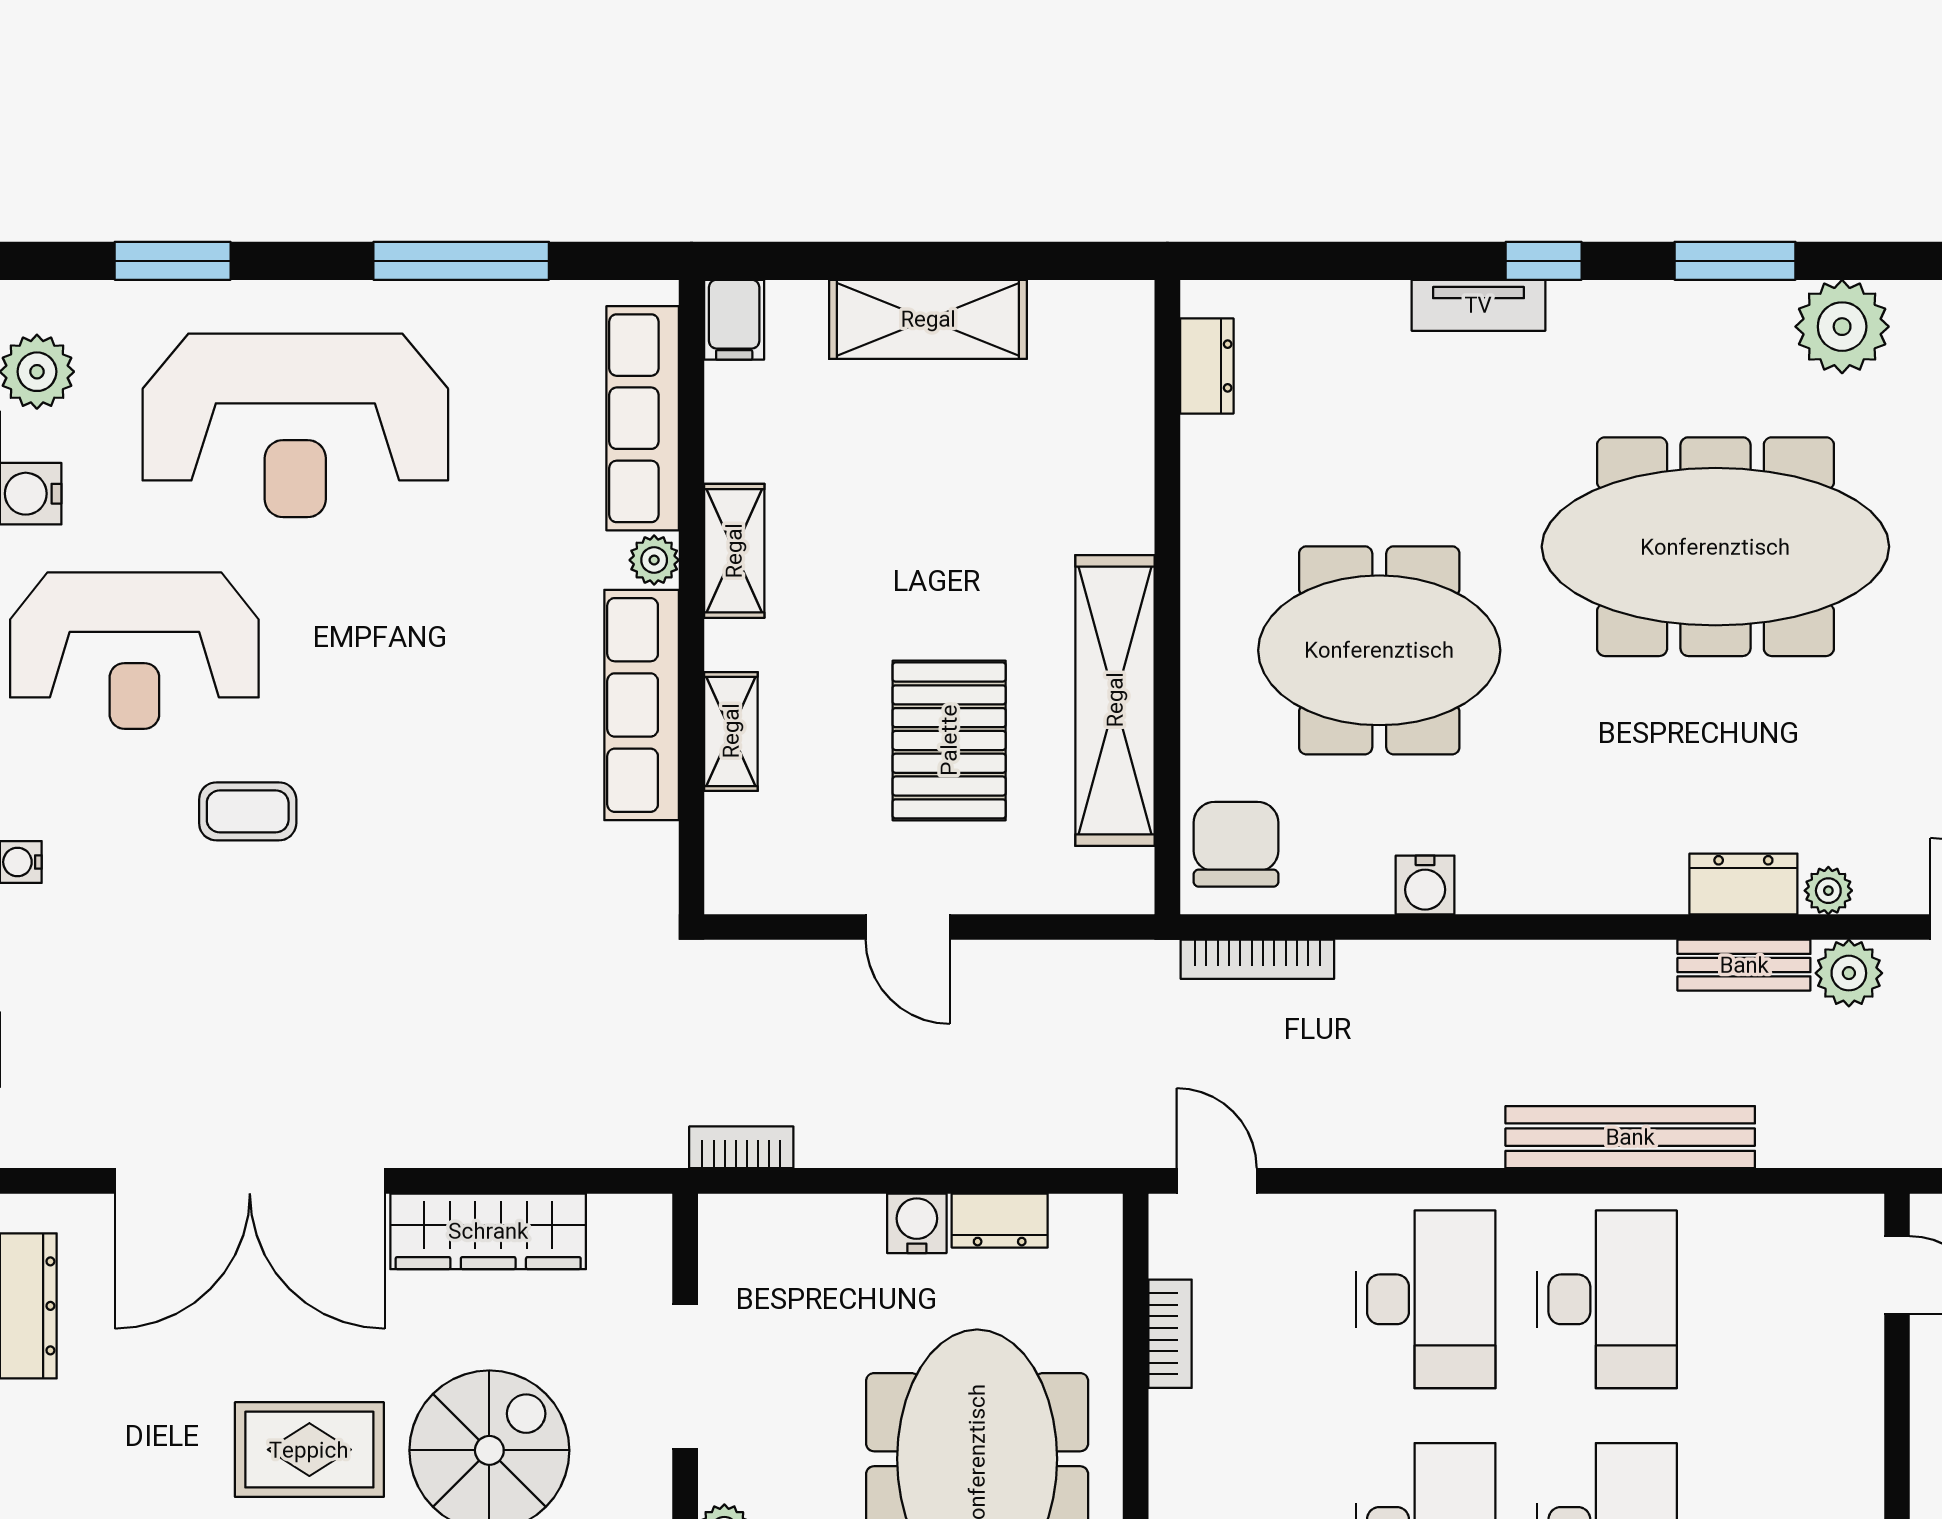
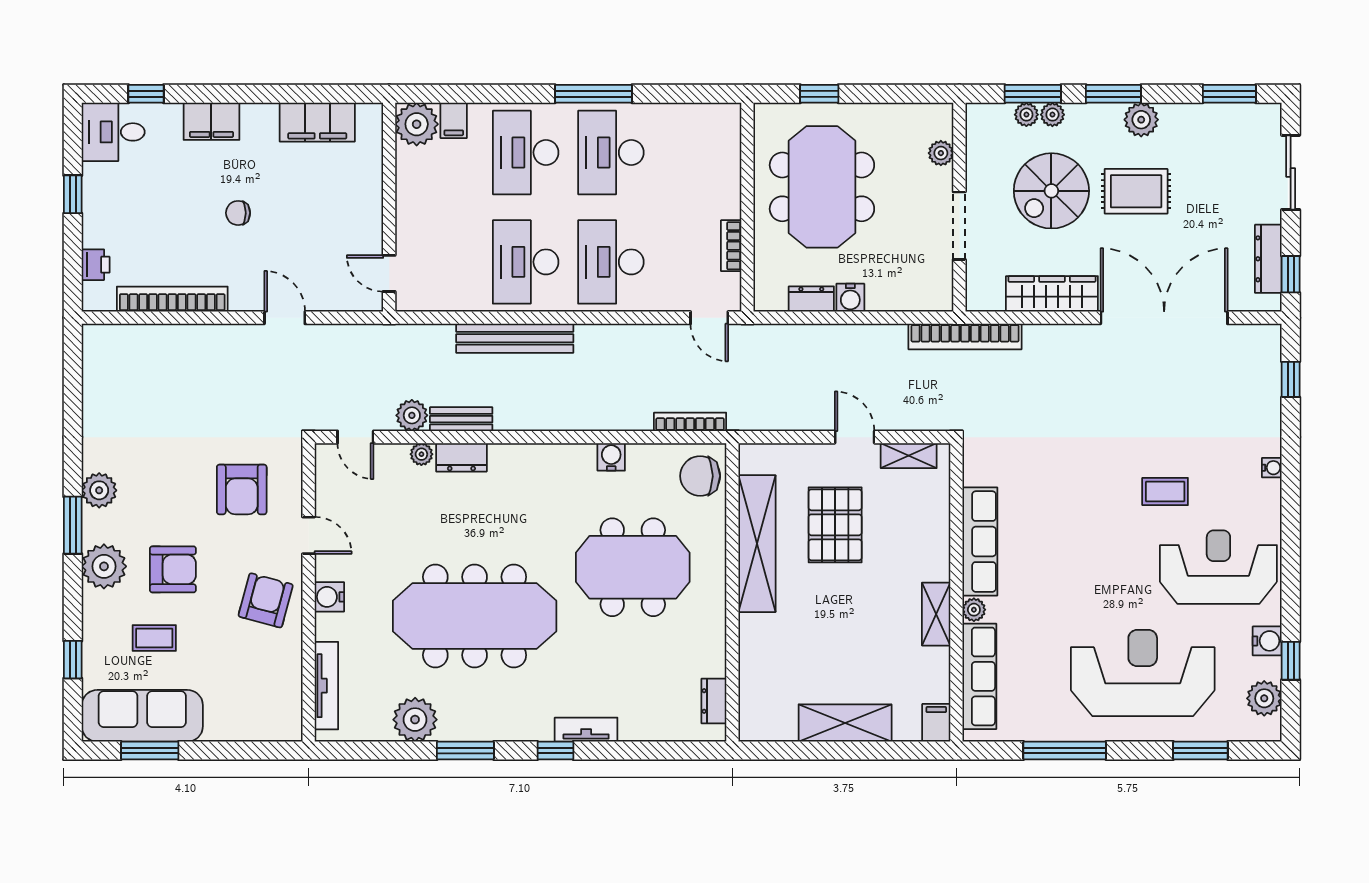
shelving: (731, 731) -> (909, 456), moved, turned 90
chair: (1236, 844) -> (700, 476), turned 90
bookcase: (741, 1147) -> (965, 336), width x2.31, depth x1.31

